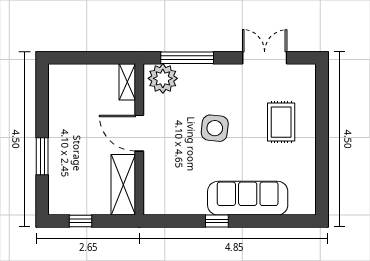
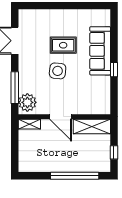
rug: (281, 122) -> (63, 45), moved
door: (139, 133) -> (61, 117), hinge flipped
window: (42, 156) -> (75, 176), width x2.11

